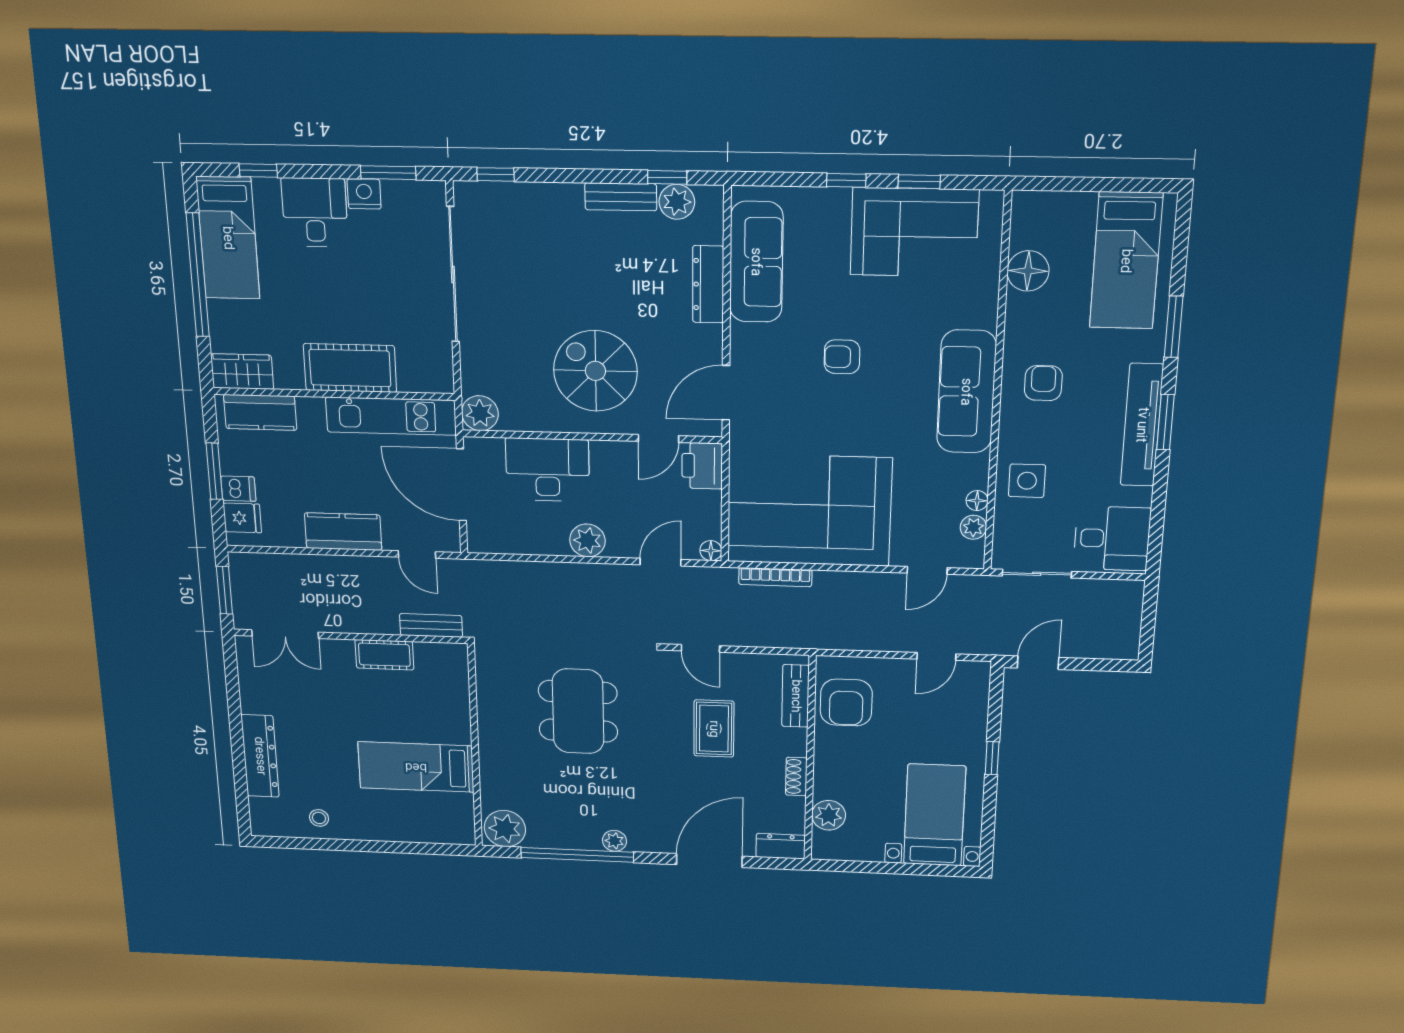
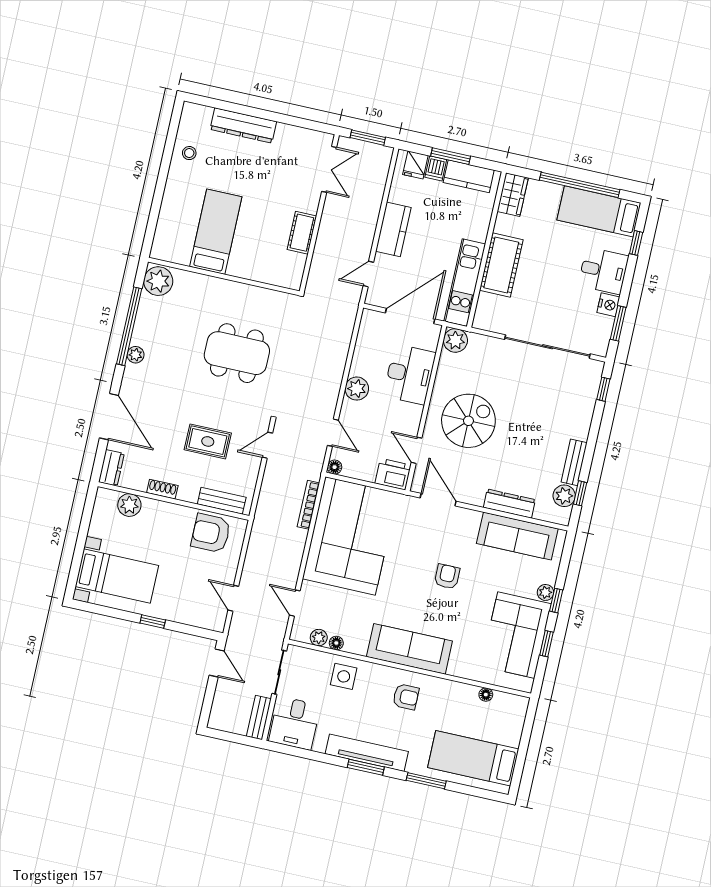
plant: (837, 200) -> (545, 592), added
floor lamp: (1028, 271) -> (486, 695), width x0.53, depth x0.53
kitchen counter: (260, 412) -> (469, 176), moved, turned -90
bench: (431, 625) -> (259, 718), moved
double door: (285, 634) -> (329, 169), swing flipped

